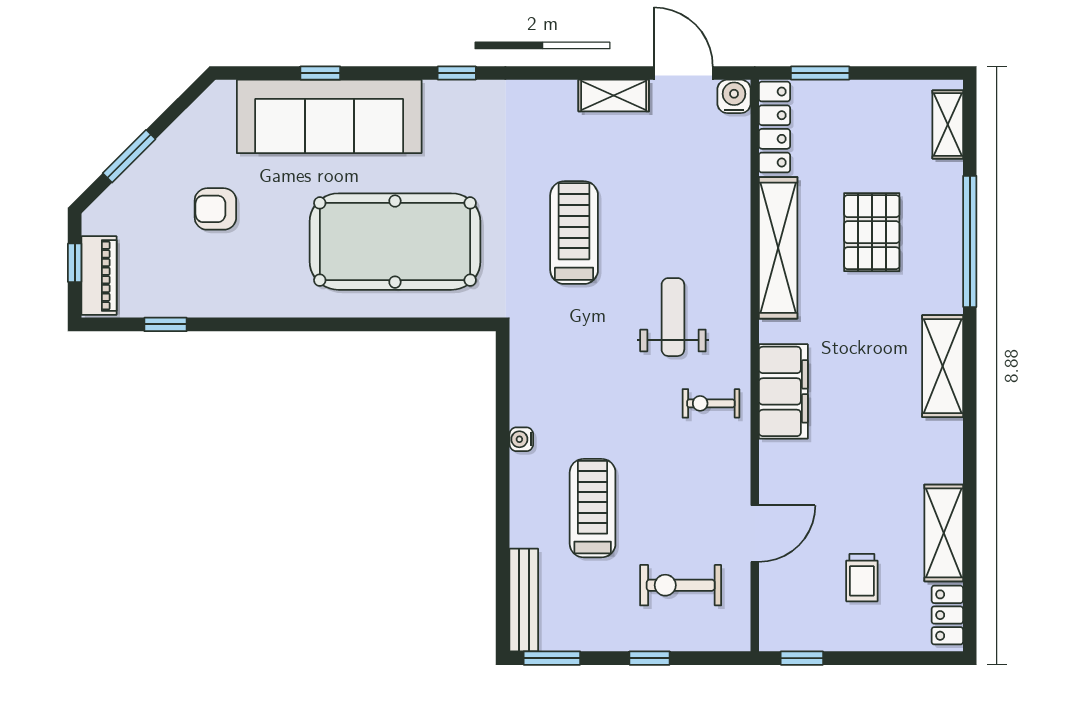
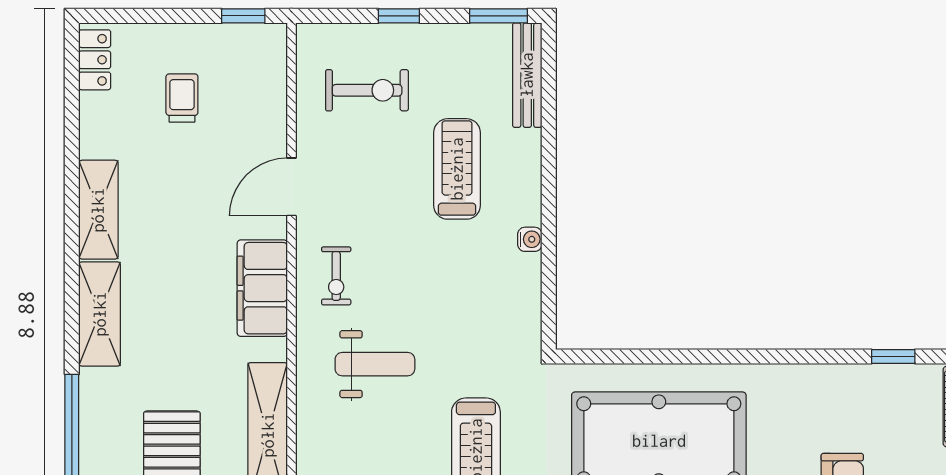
weight bench: (673, 317) -> (375, 364), turned -90
exercise bike: (711, 403) -> (336, 276), turned 90
treadmill: (593, 508) -> (457, 169), turned 180
shelving: (944, 533) -> (98, 210), moved
door: (755, 534) -> (291, 187), moved

